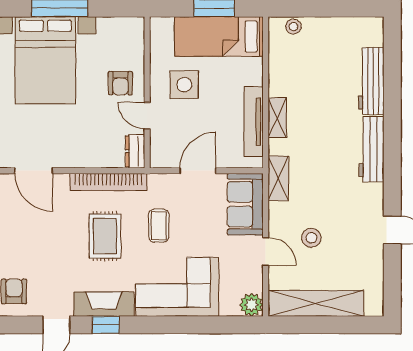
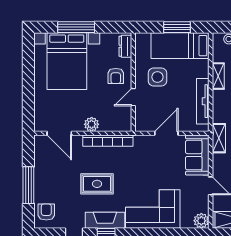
door: (147, 116) -> (133, 97), hinge flipped
shelving: (277, 118) -> (218, 76), moved
dresser: (135, 151) -> (125, 46), moved
plant: (83, 157) -> (92, 124), added
coffee table: (159, 226) -> (141, 169), removed
rug: (105, 236) -> (97, 184), moved, turned 90

